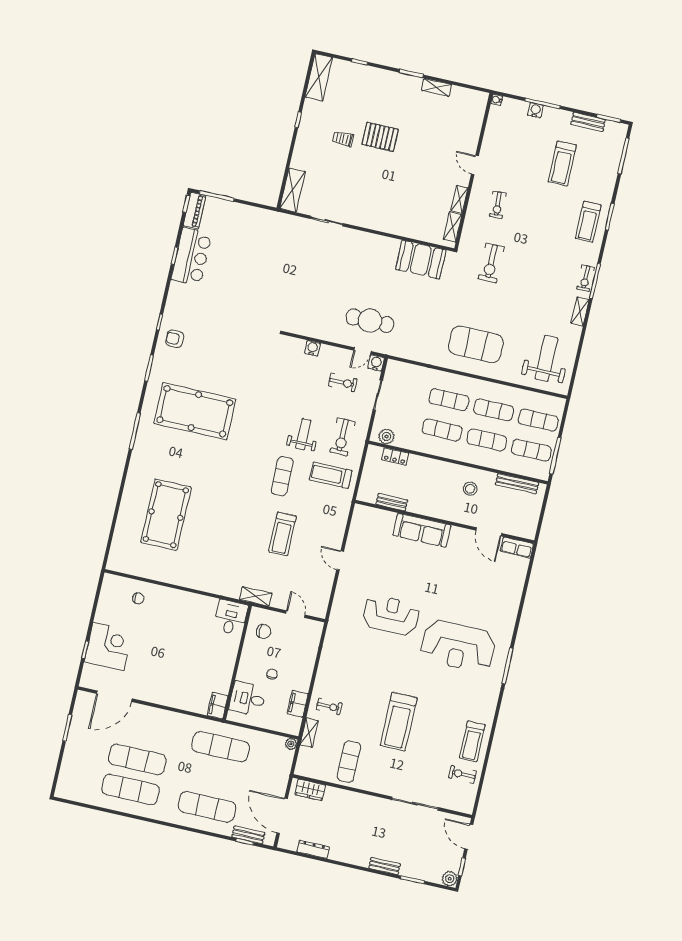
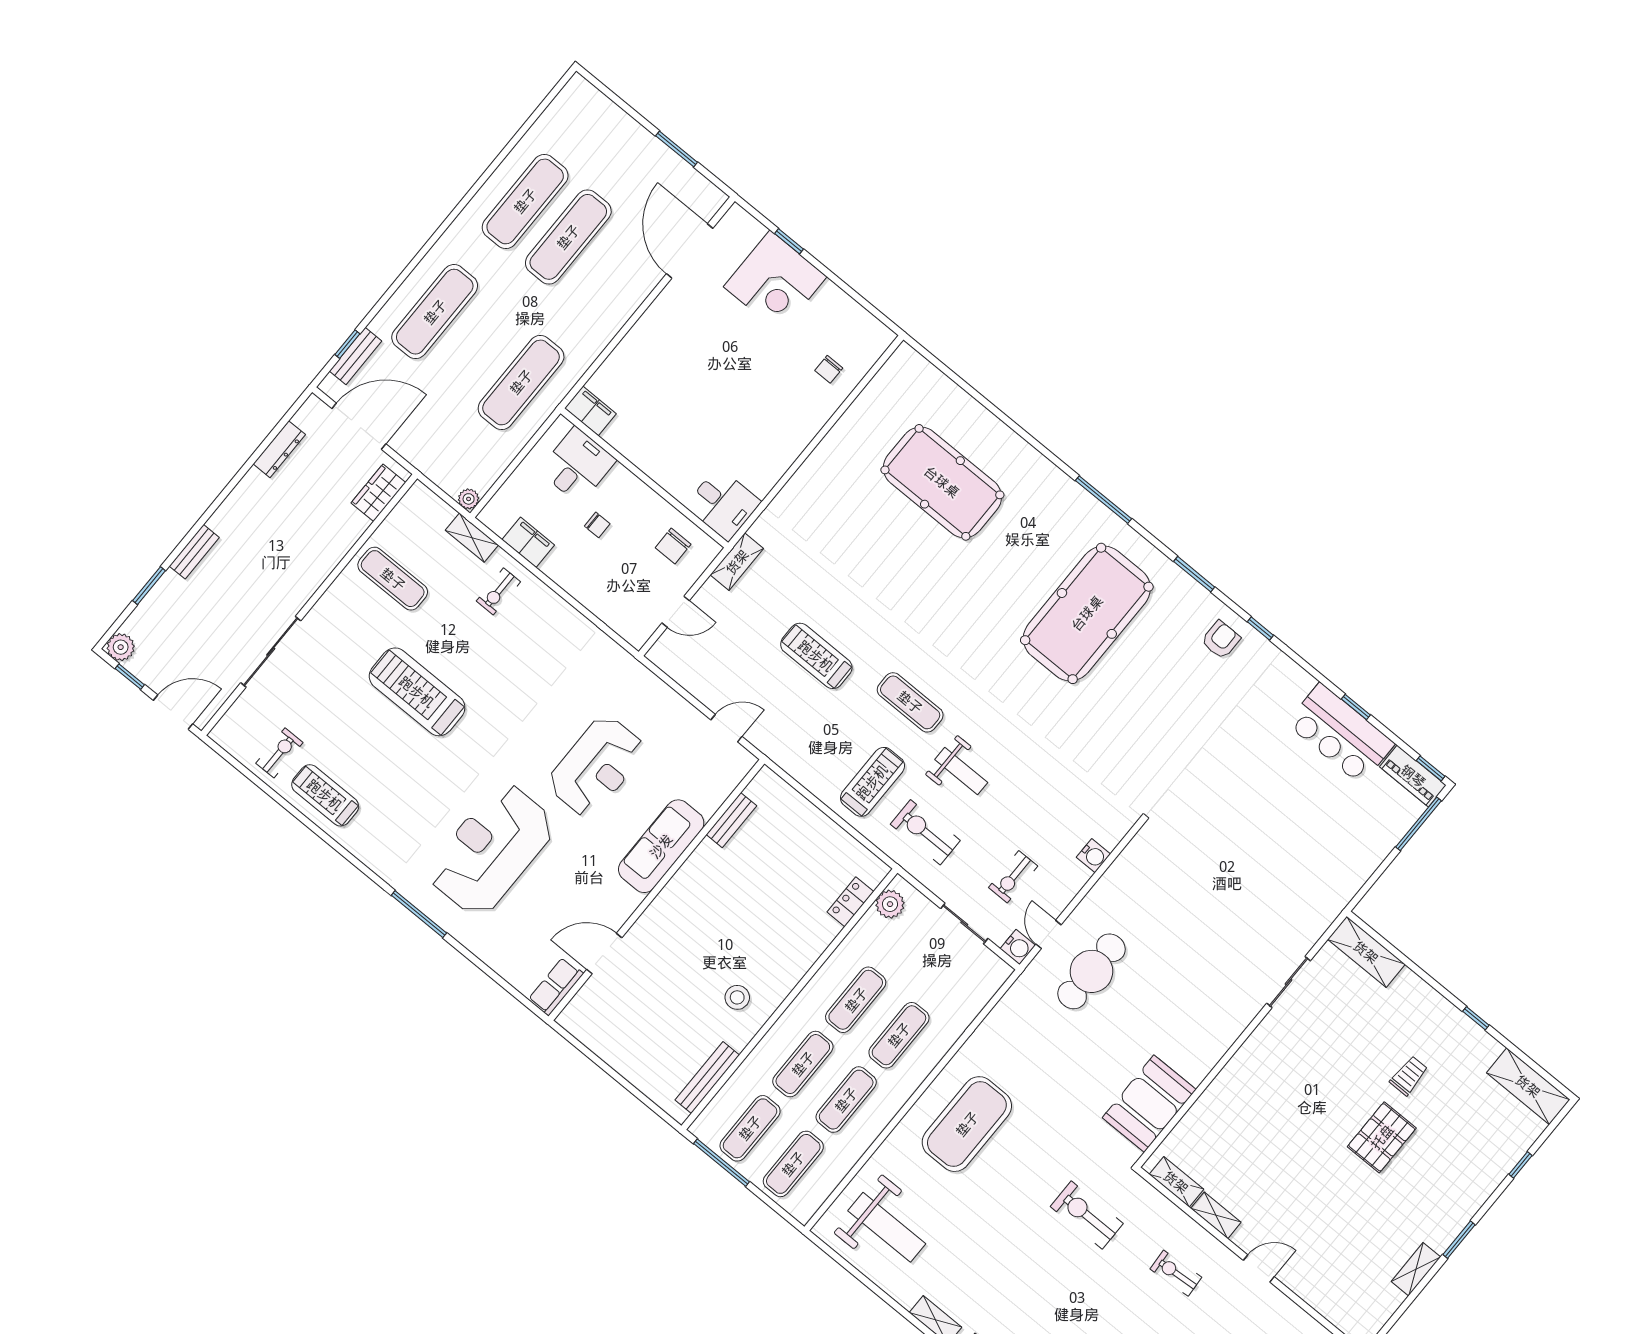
bench: (392, 502) -> (731, 820), moved
wall: (445, 522) -> (656, 890), moved
sofa: (422, 530) -> (661, 846), moved
door: (489, 532) -> (604, 954), moved
row of seats: (517, 548) -> (556, 986), moved

